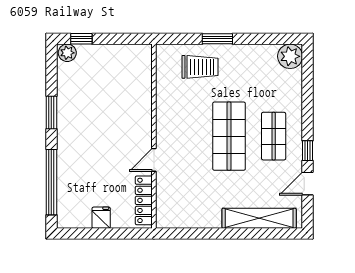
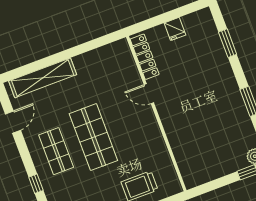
window: (308, 151) -> (36, 184), moved
door: (154, 160) -> (149, 94), swing flipped
window: (51, 182) -> (228, 43), width x0.47

